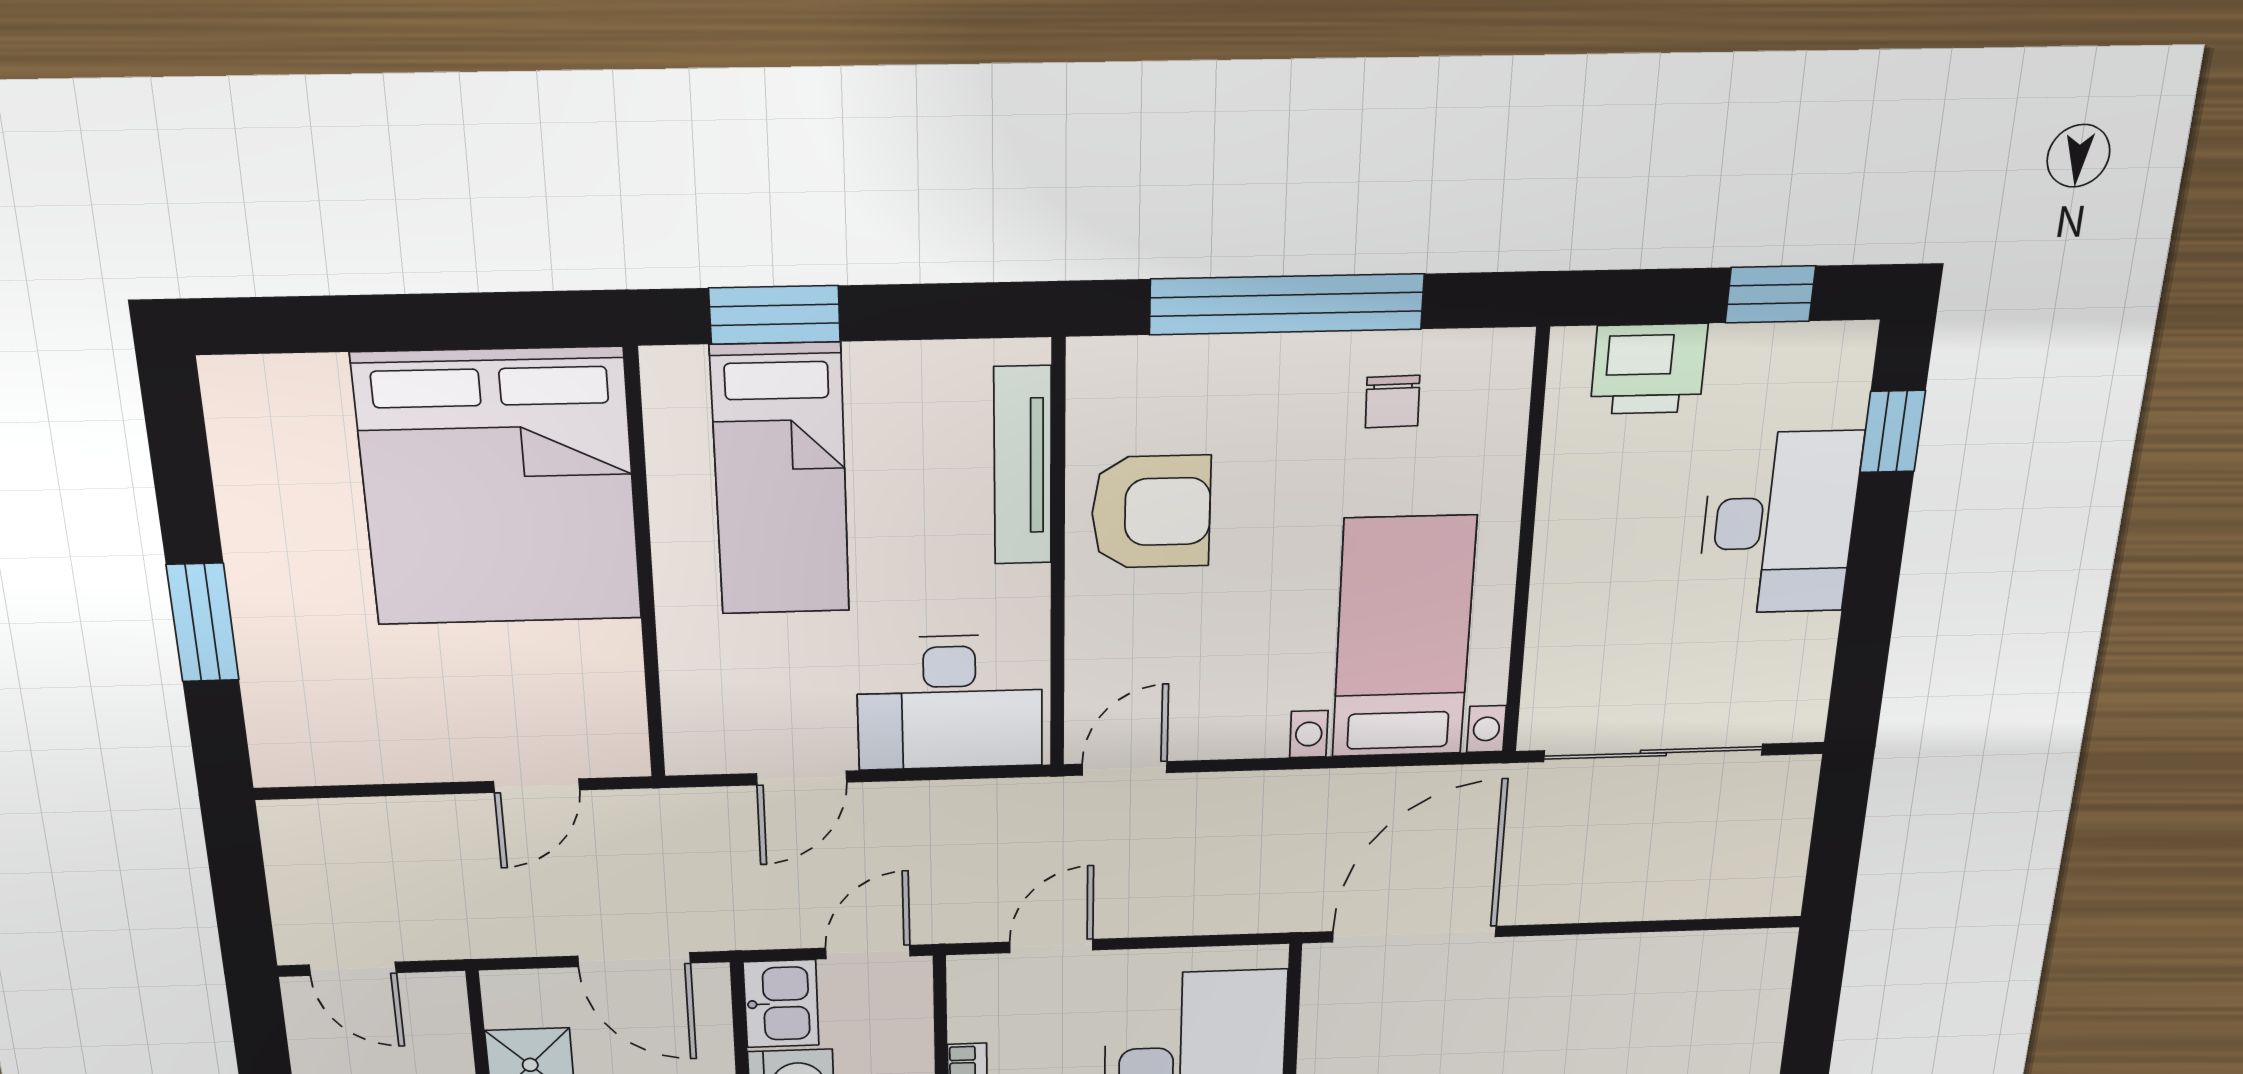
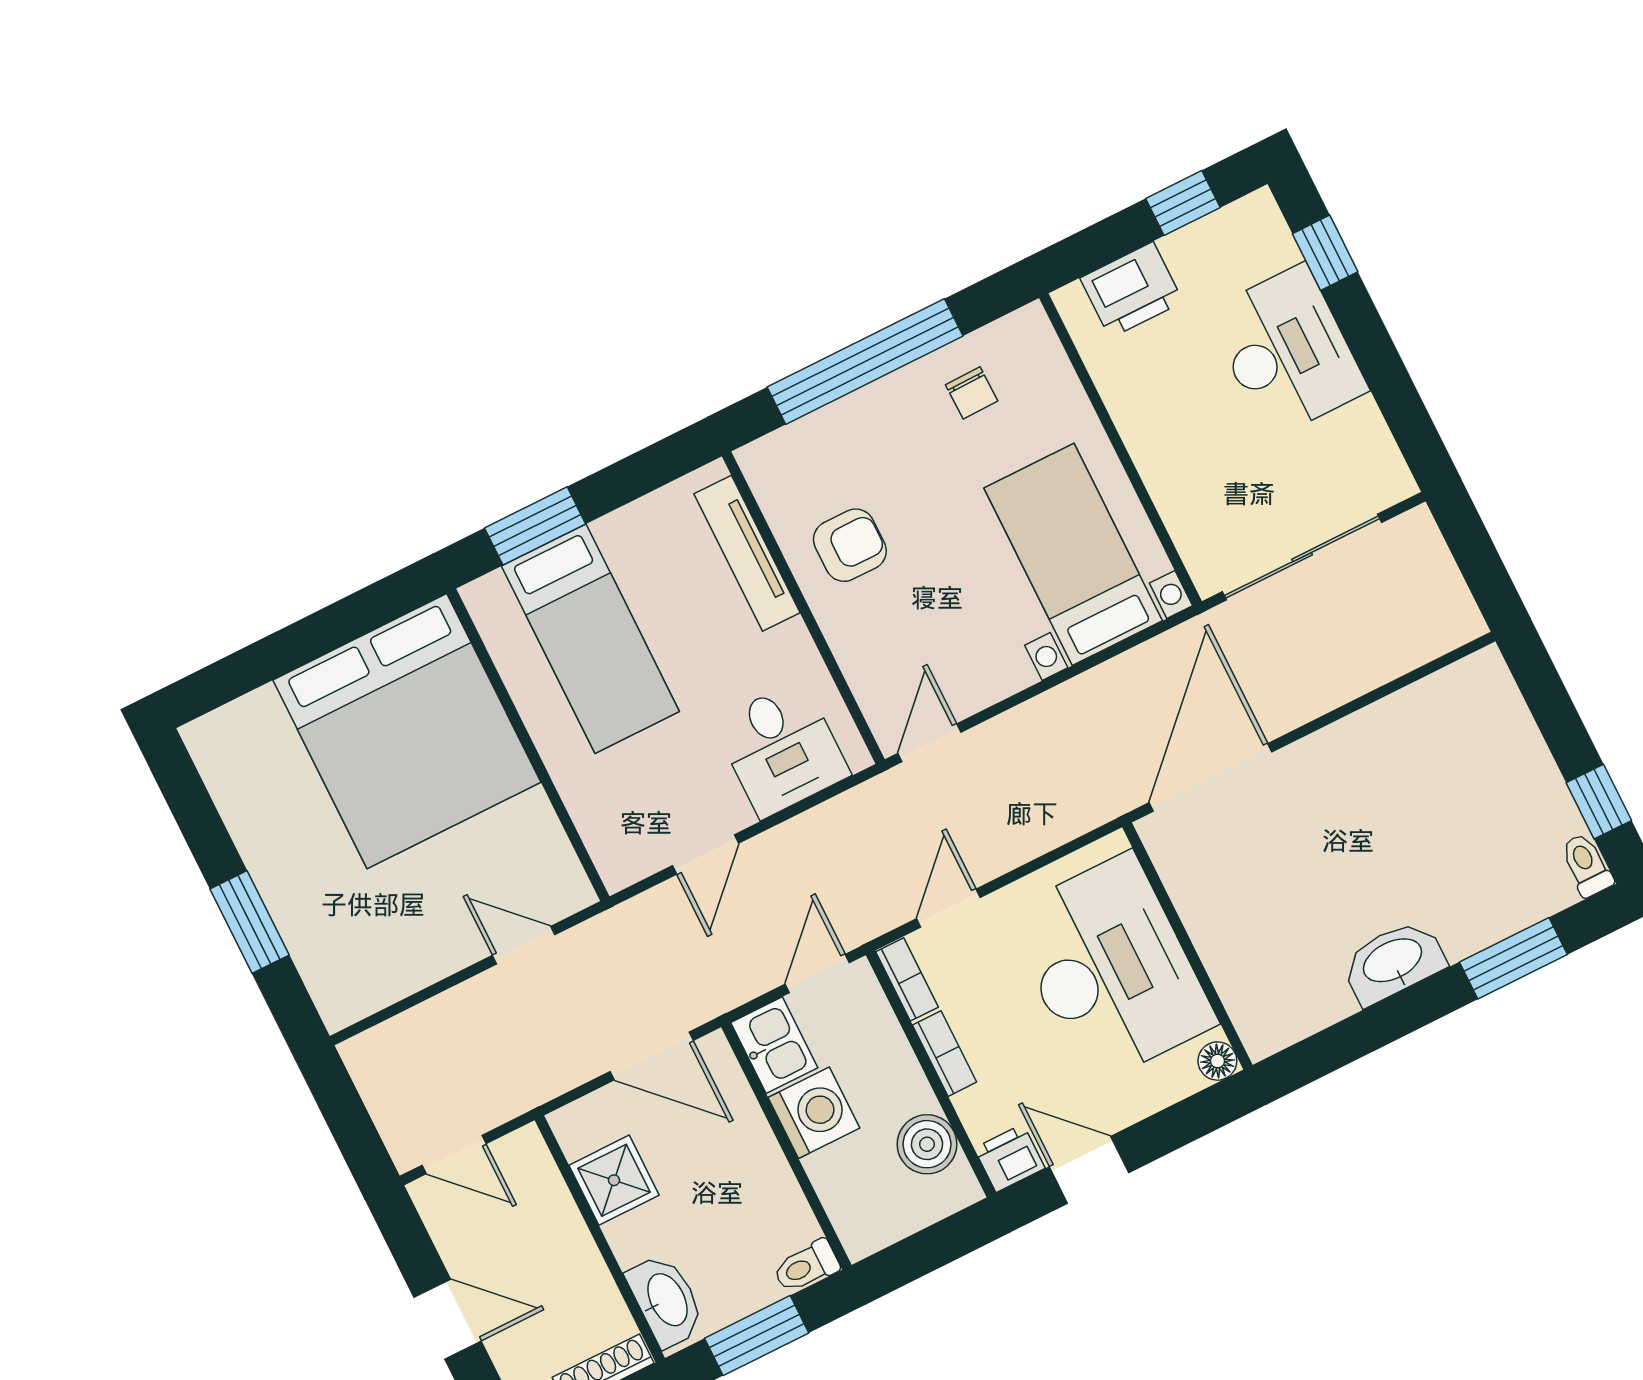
armchair: (1151, 512) -> (850, 545), width x0.72, depth x0.72
desk: (950, 702) -> (782, 749), width x0.73
door: (537, 786) -> (524, 945), swing flipped
bookcase: (966, 998) -> (907, 979), added

